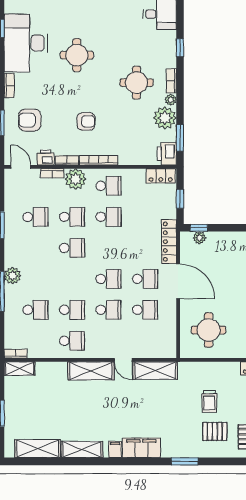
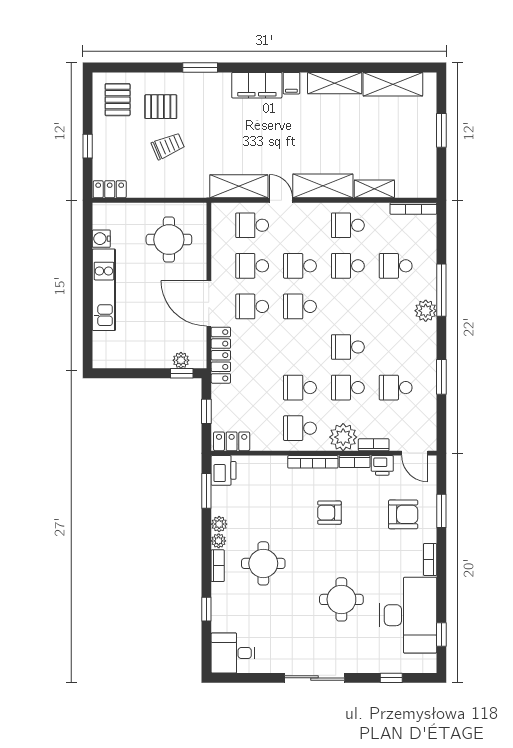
plant: (165, 118) -> (219, 524), width x0.53, depth x0.53
school desk: (145, 341) -> (252, 225), added
bookcase: (16, 354) -> (413, 208), width x1.56
shelving: (19, 369) -> (374, 189), moved
trolley: (209, 401) -> (168, 146), turned 67

